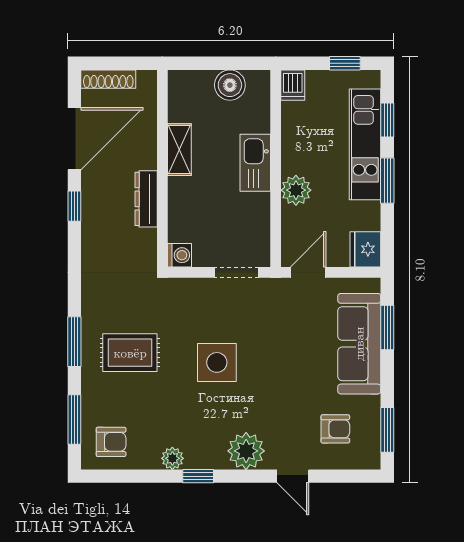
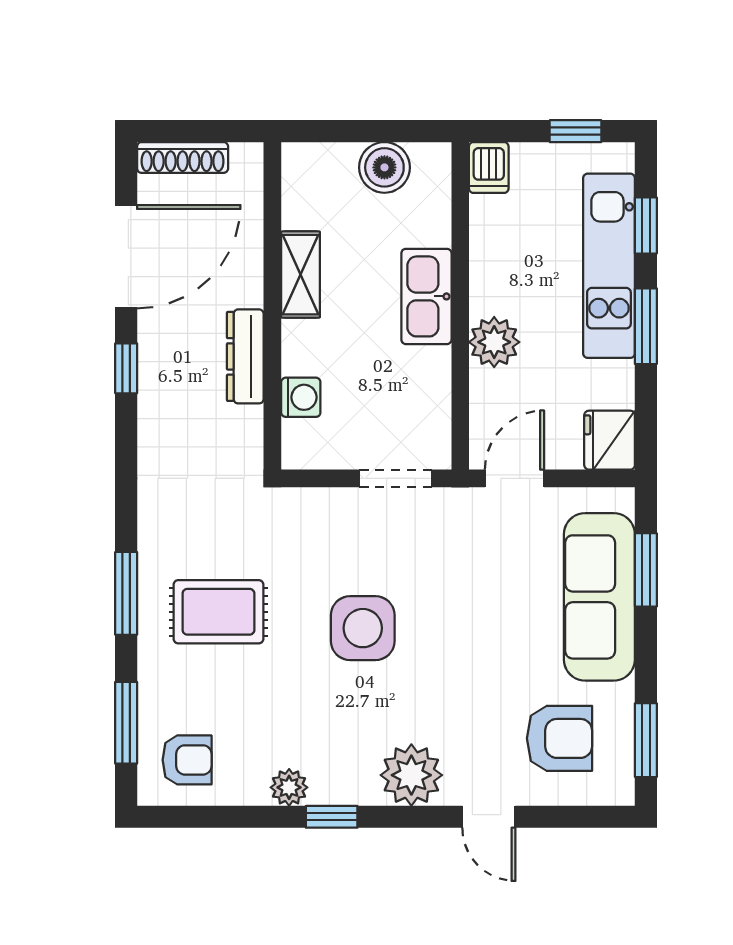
washing machine: (180, 255) -> (301, 397), moved
armchair: (335, 429) -> (560, 738), width x1.38, depth x1.38

